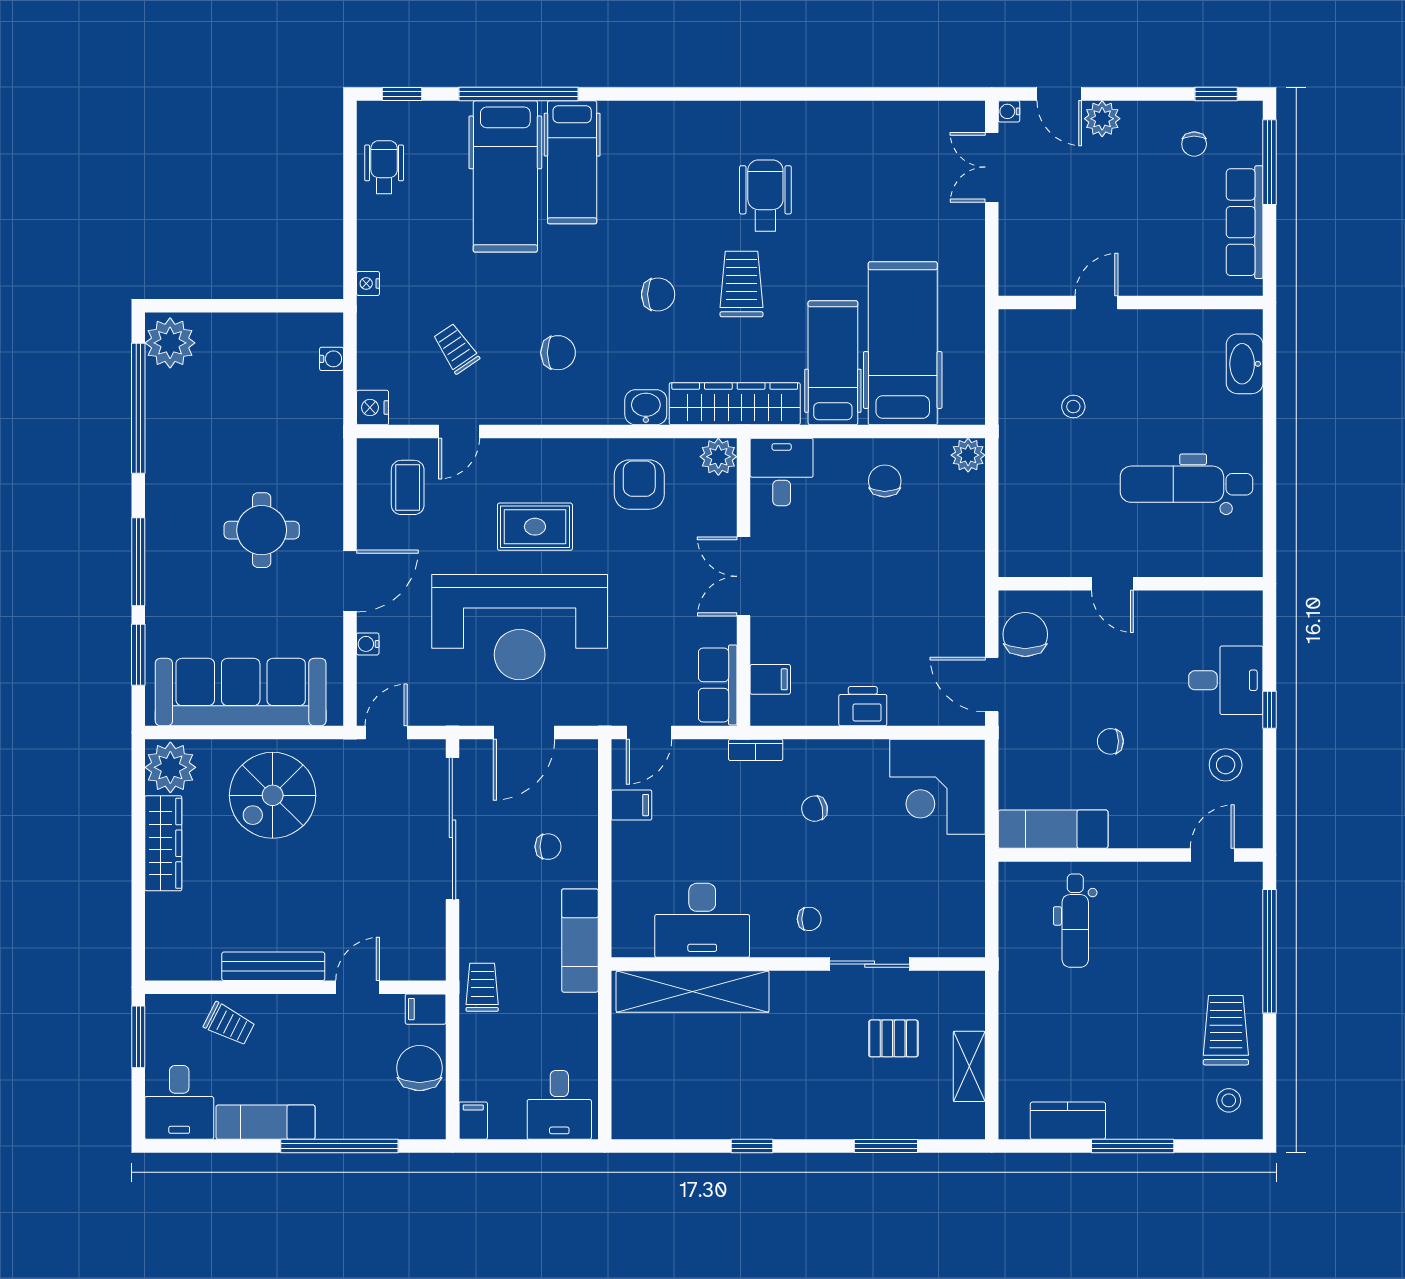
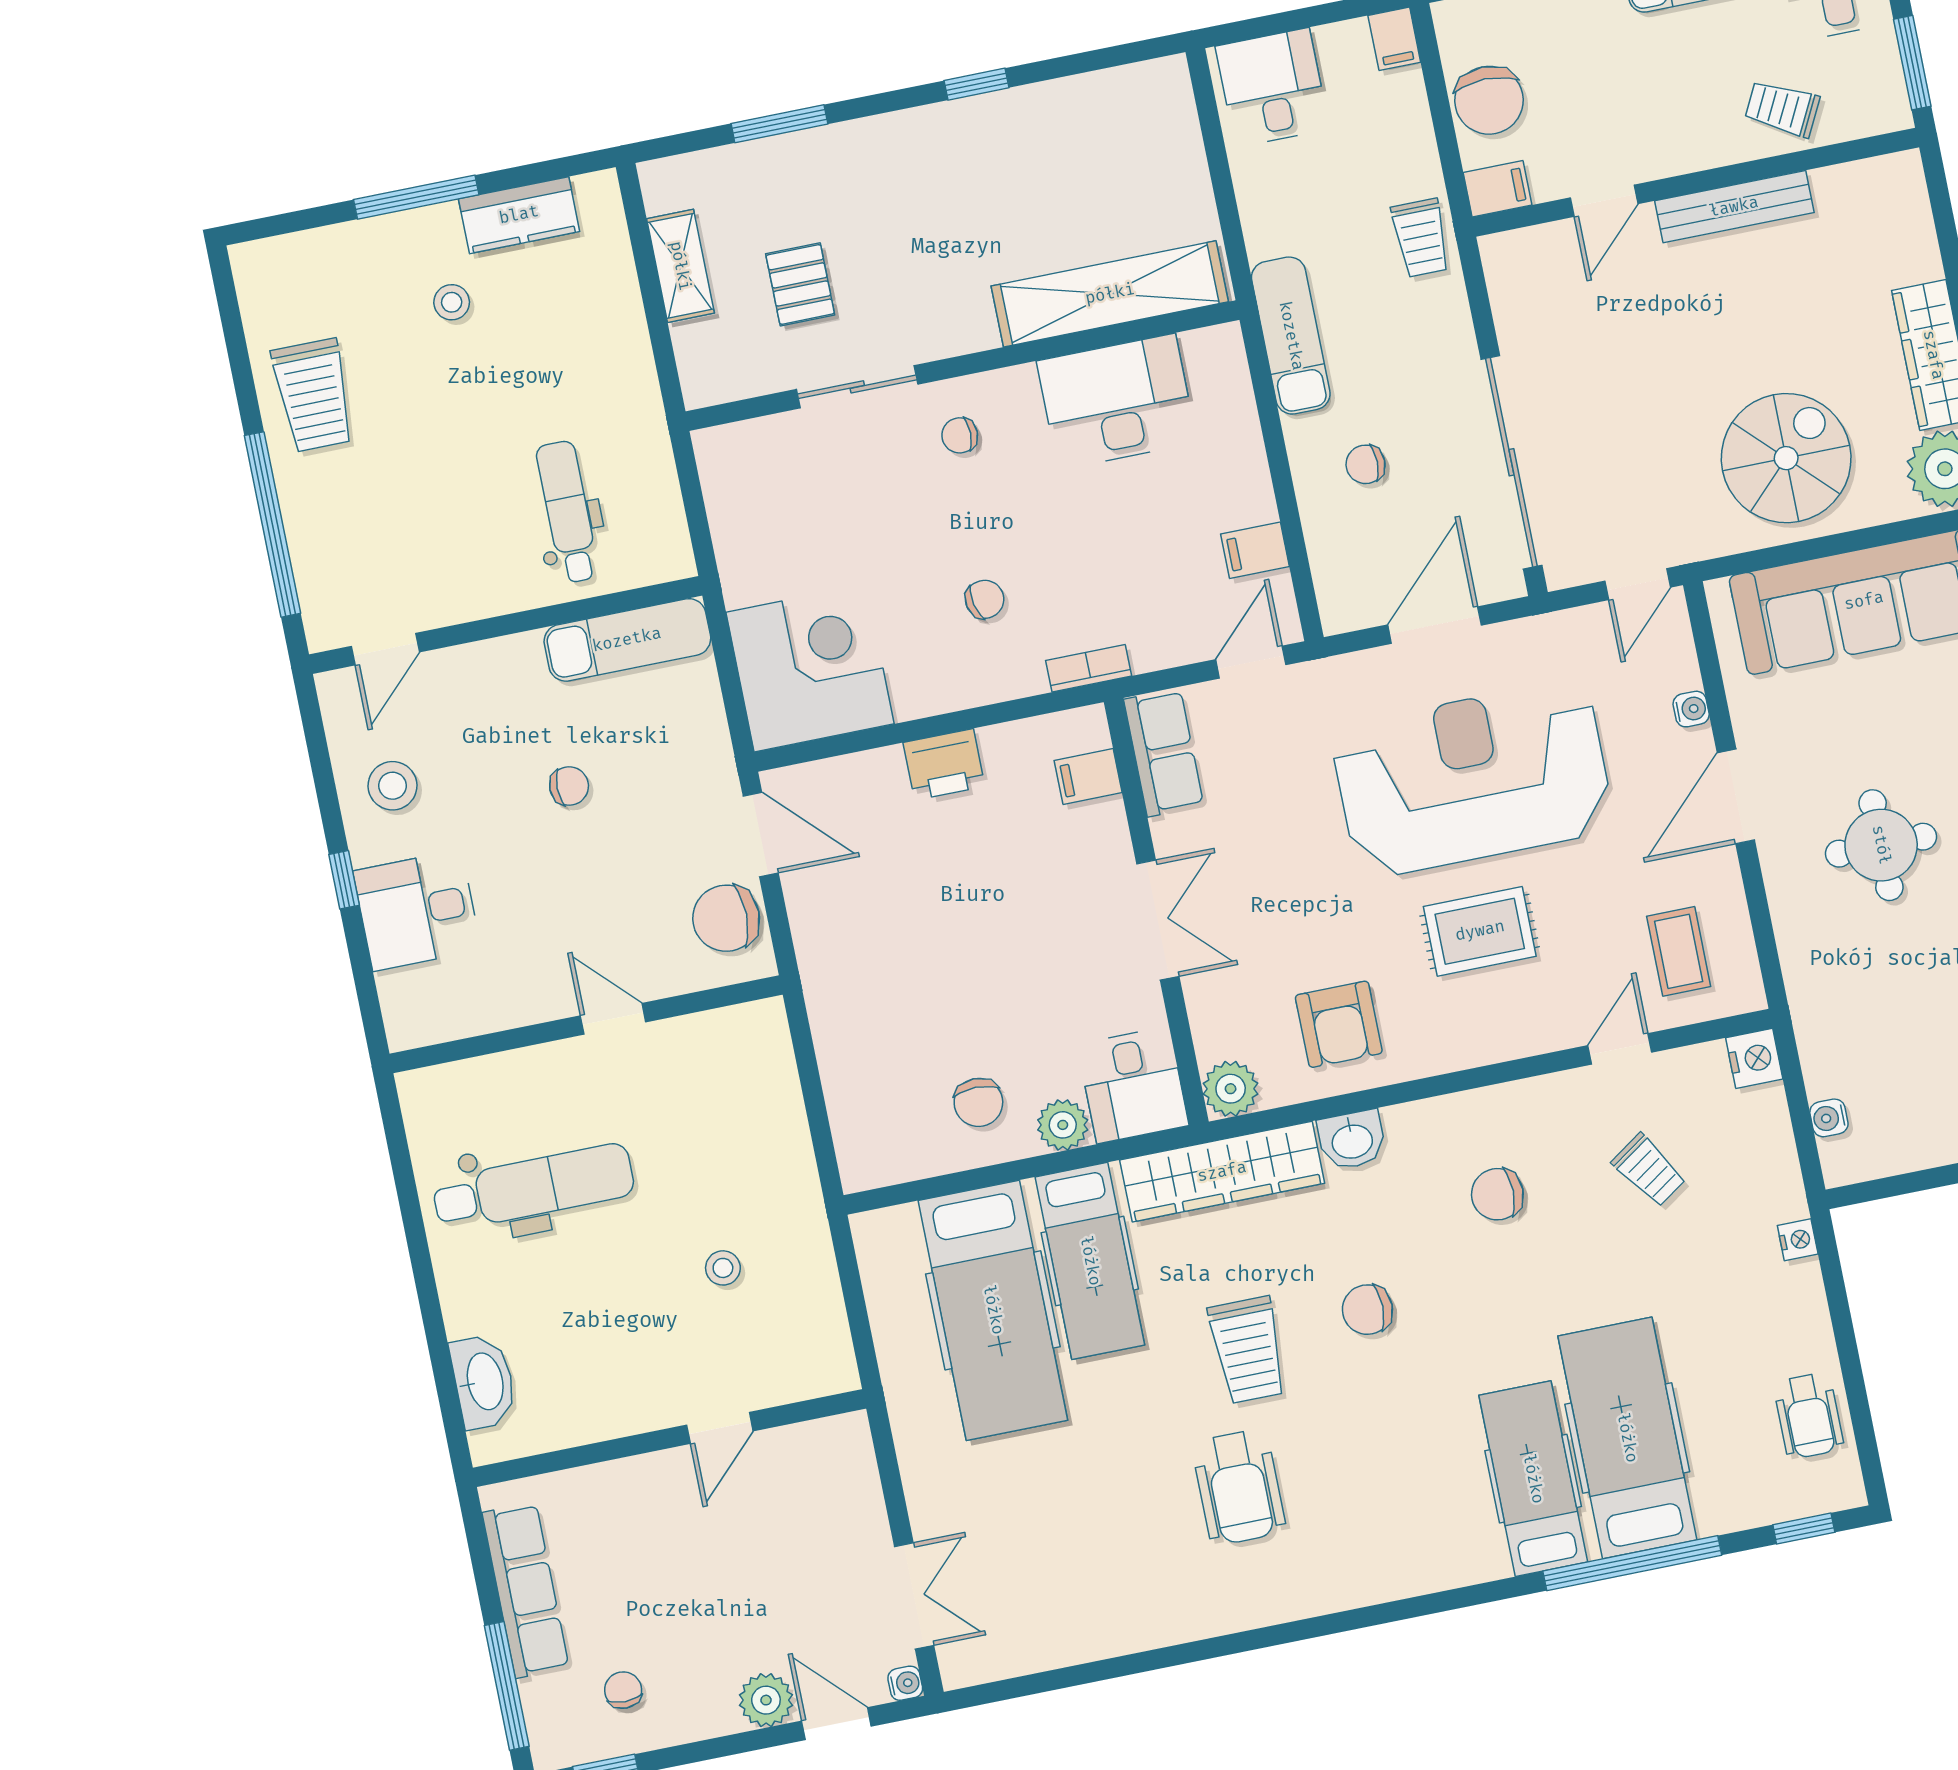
plant: (968, 455) -> (1063, 1125), moved
chair: (1025, 634) -> (726, 918), turned 90
pallet: (893, 1038) -> (800, 284), turned 90
stool: (1229, 1100) -> (452, 302), moved

